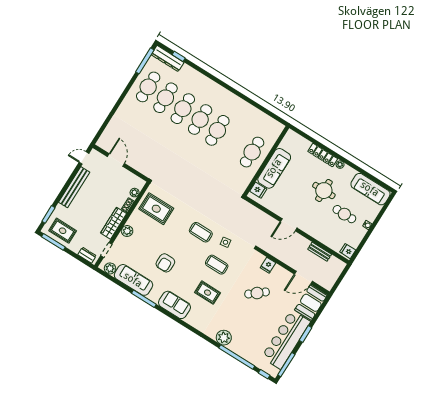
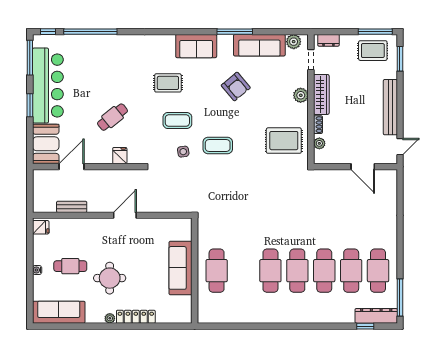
fridge: (258, 190) -> (183, 233), removed
armchair: (165, 263) -> (236, 87), turned 140
plant: (224, 338) -> (118, 44), removed

